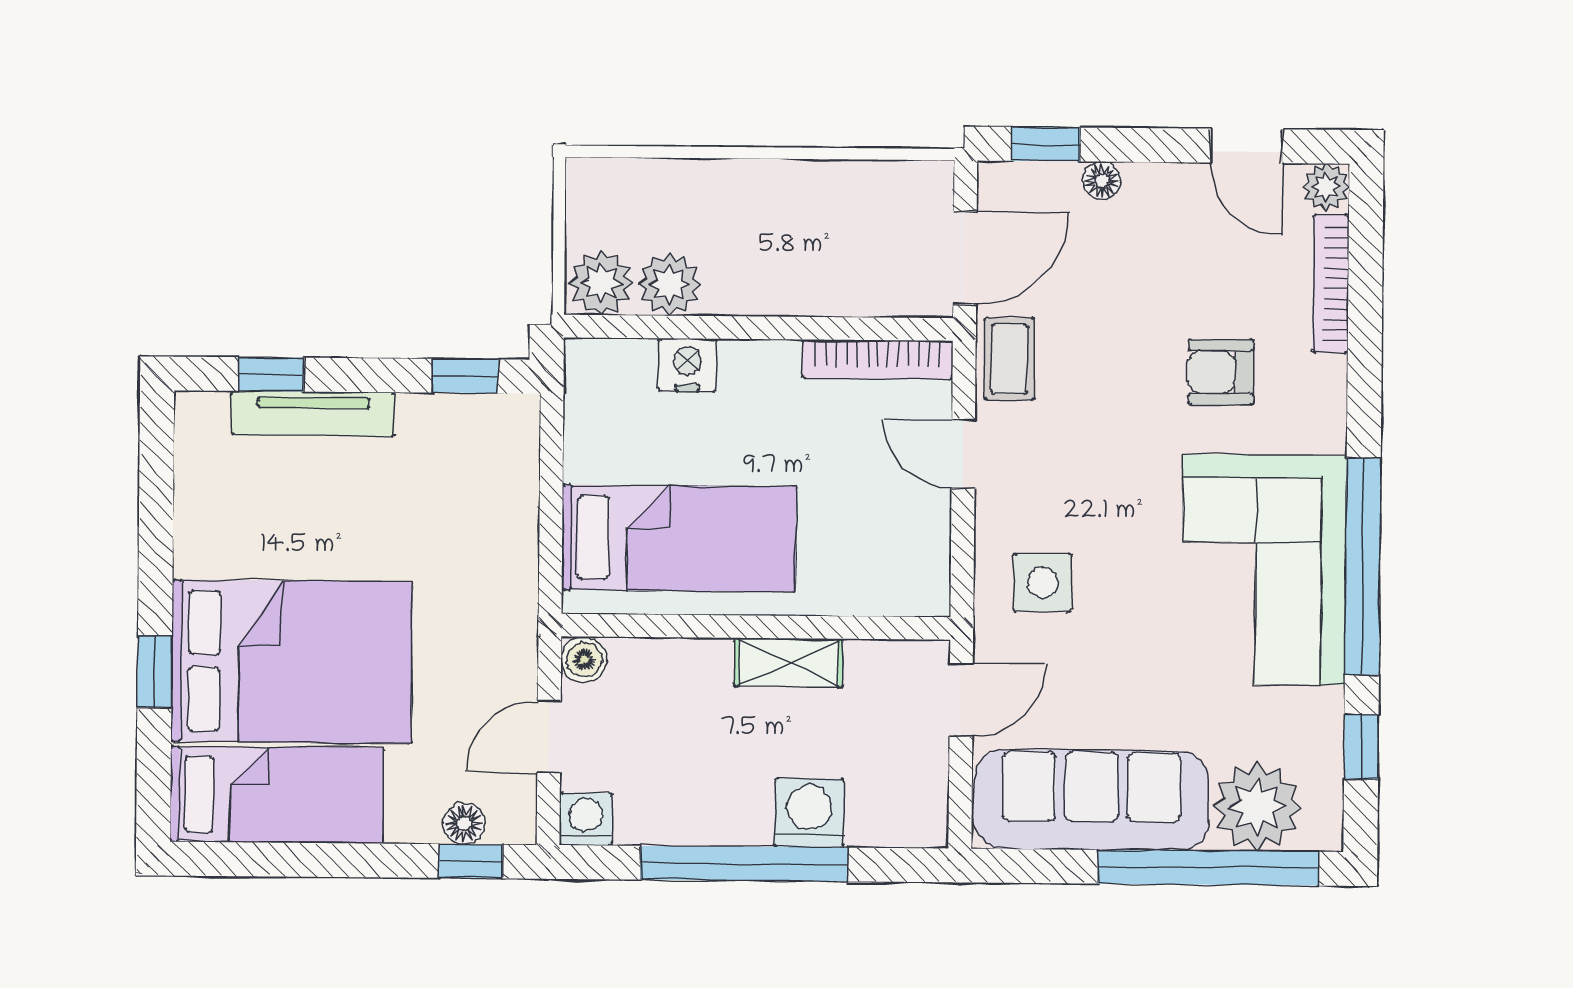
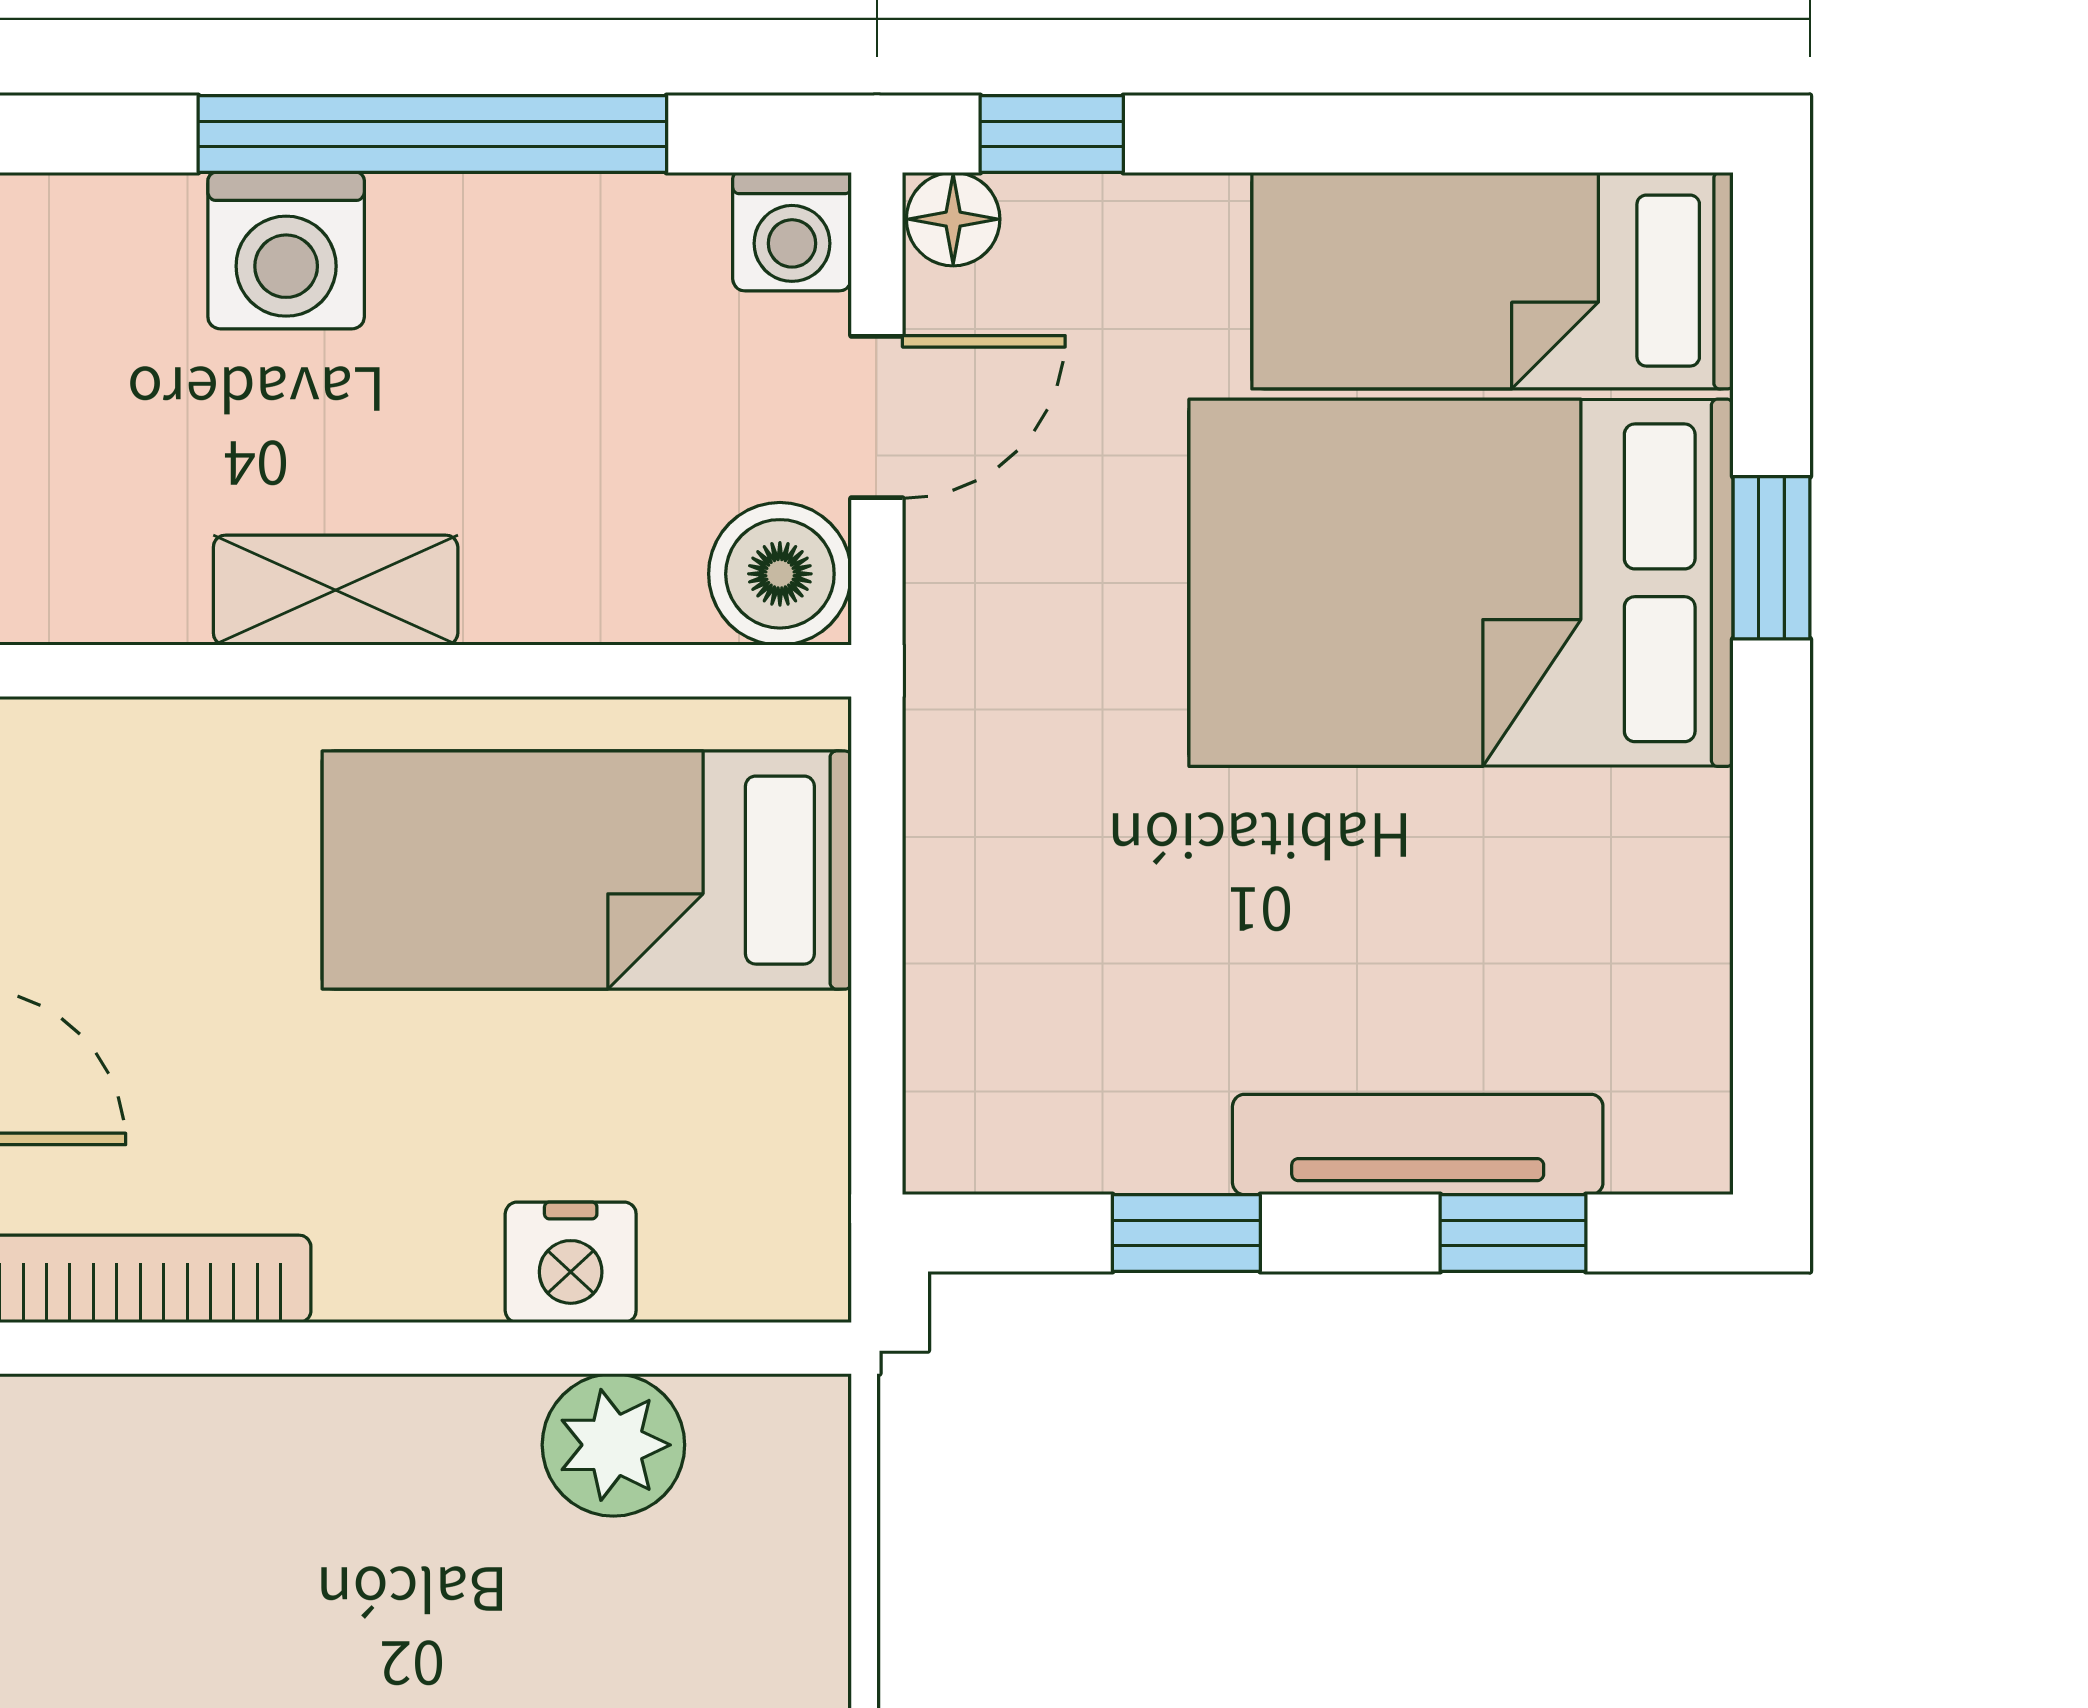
plant: (601, 283) -> (767, 1446), removed
window: (465, 376) -> (1186, 1233), moved
boiler: (584, 660) -> (780, 574), width x1.36, depth x1.36
floor lamp: (464, 824) -> (953, 219), moved

